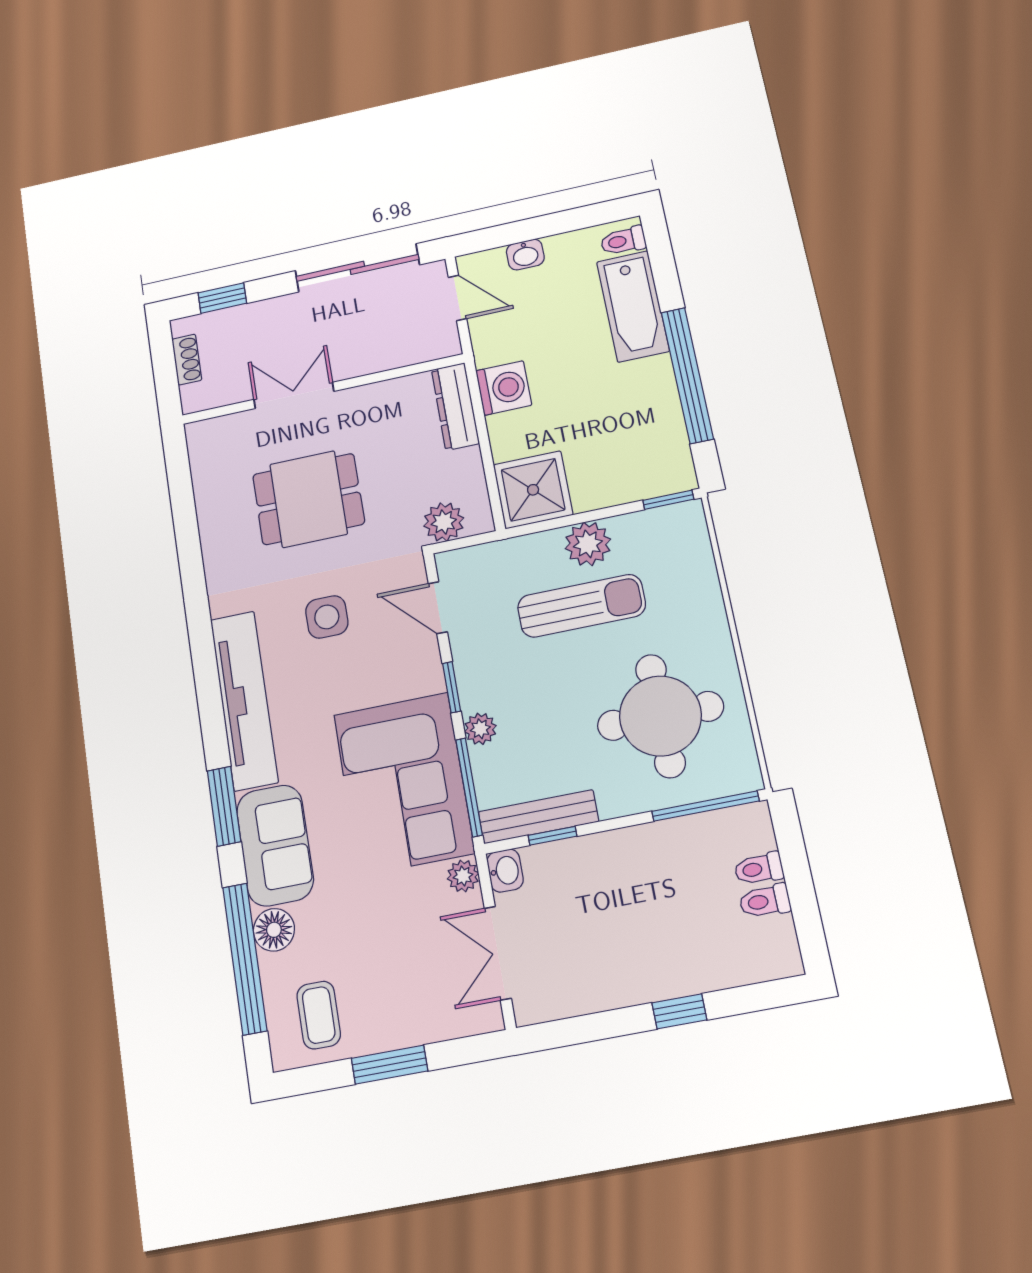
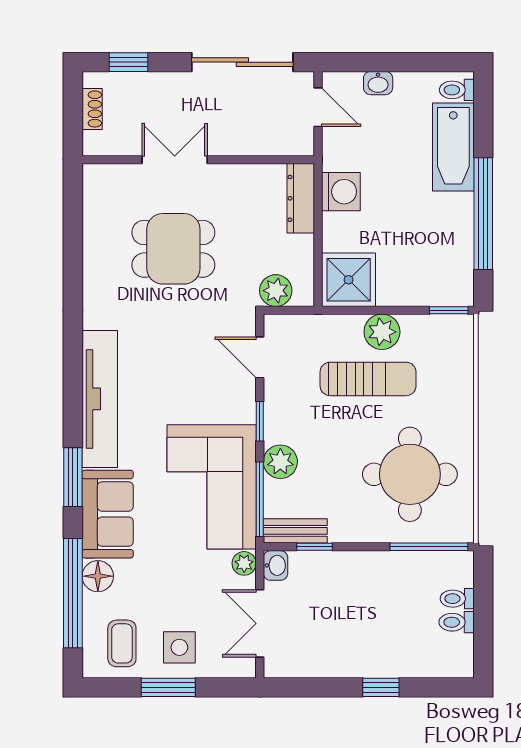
side table: (327, 617) -> (179, 647), moved
plant: (480, 729) -> (280, 462), width x1.38, depth x1.38
bench: (538, 817) -> (295, 531), width x0.73

